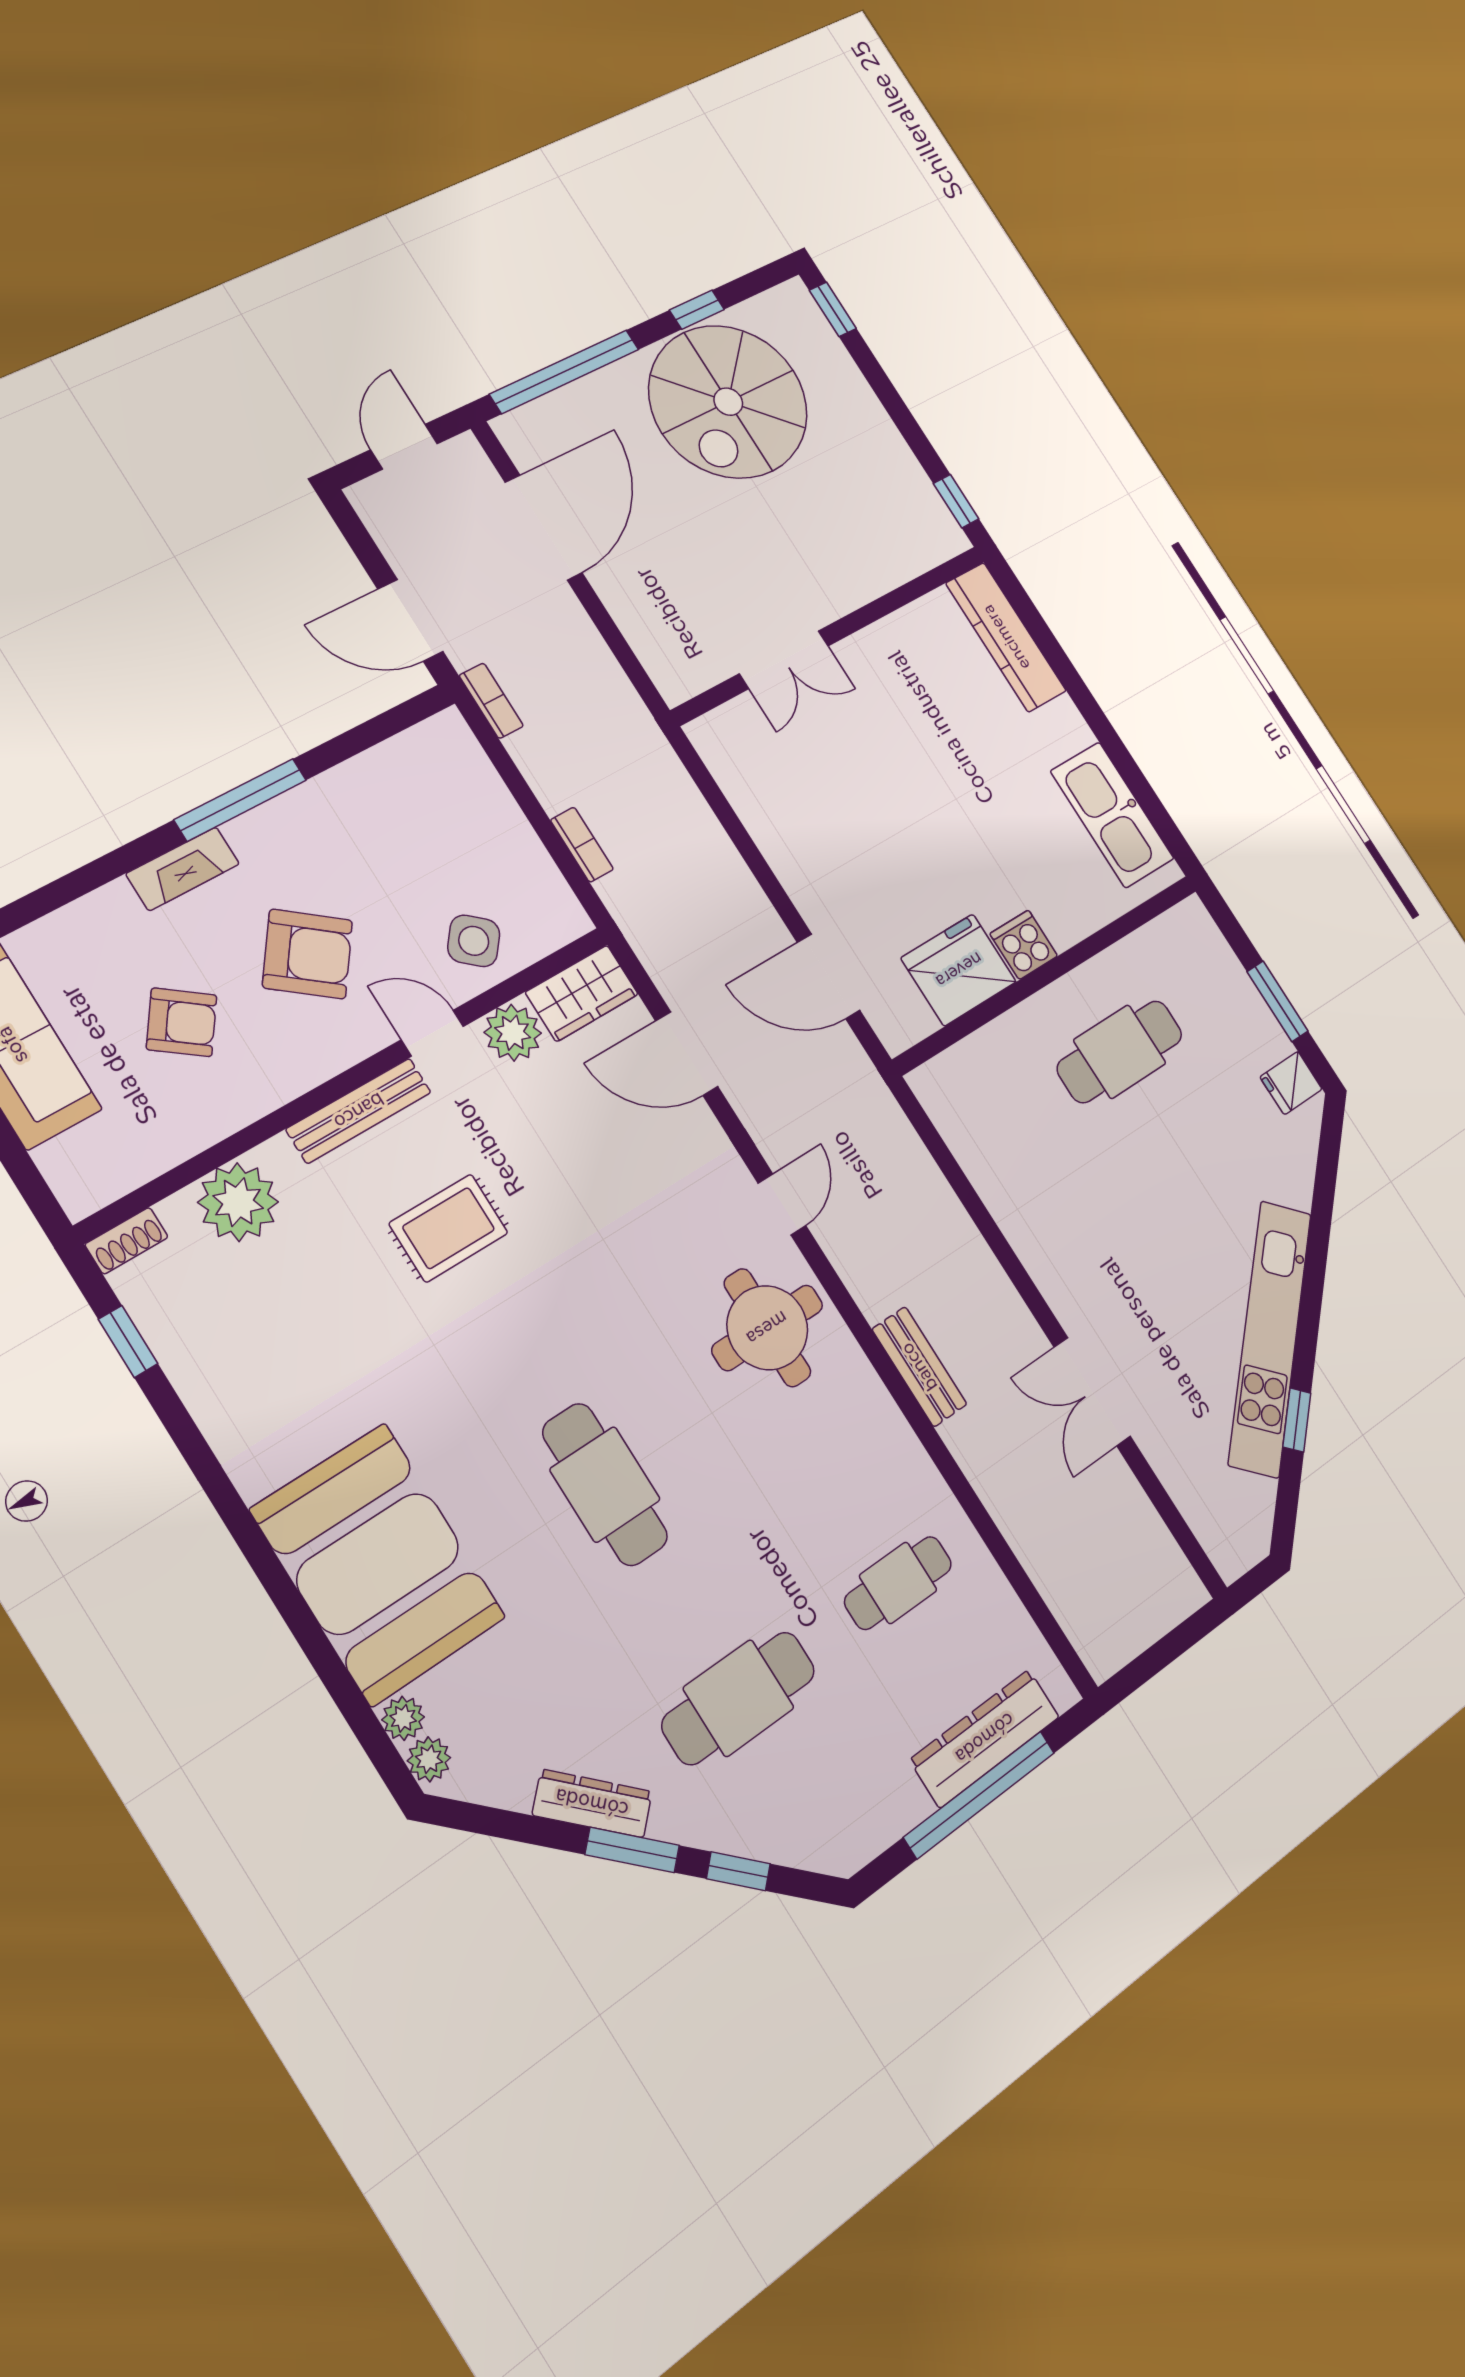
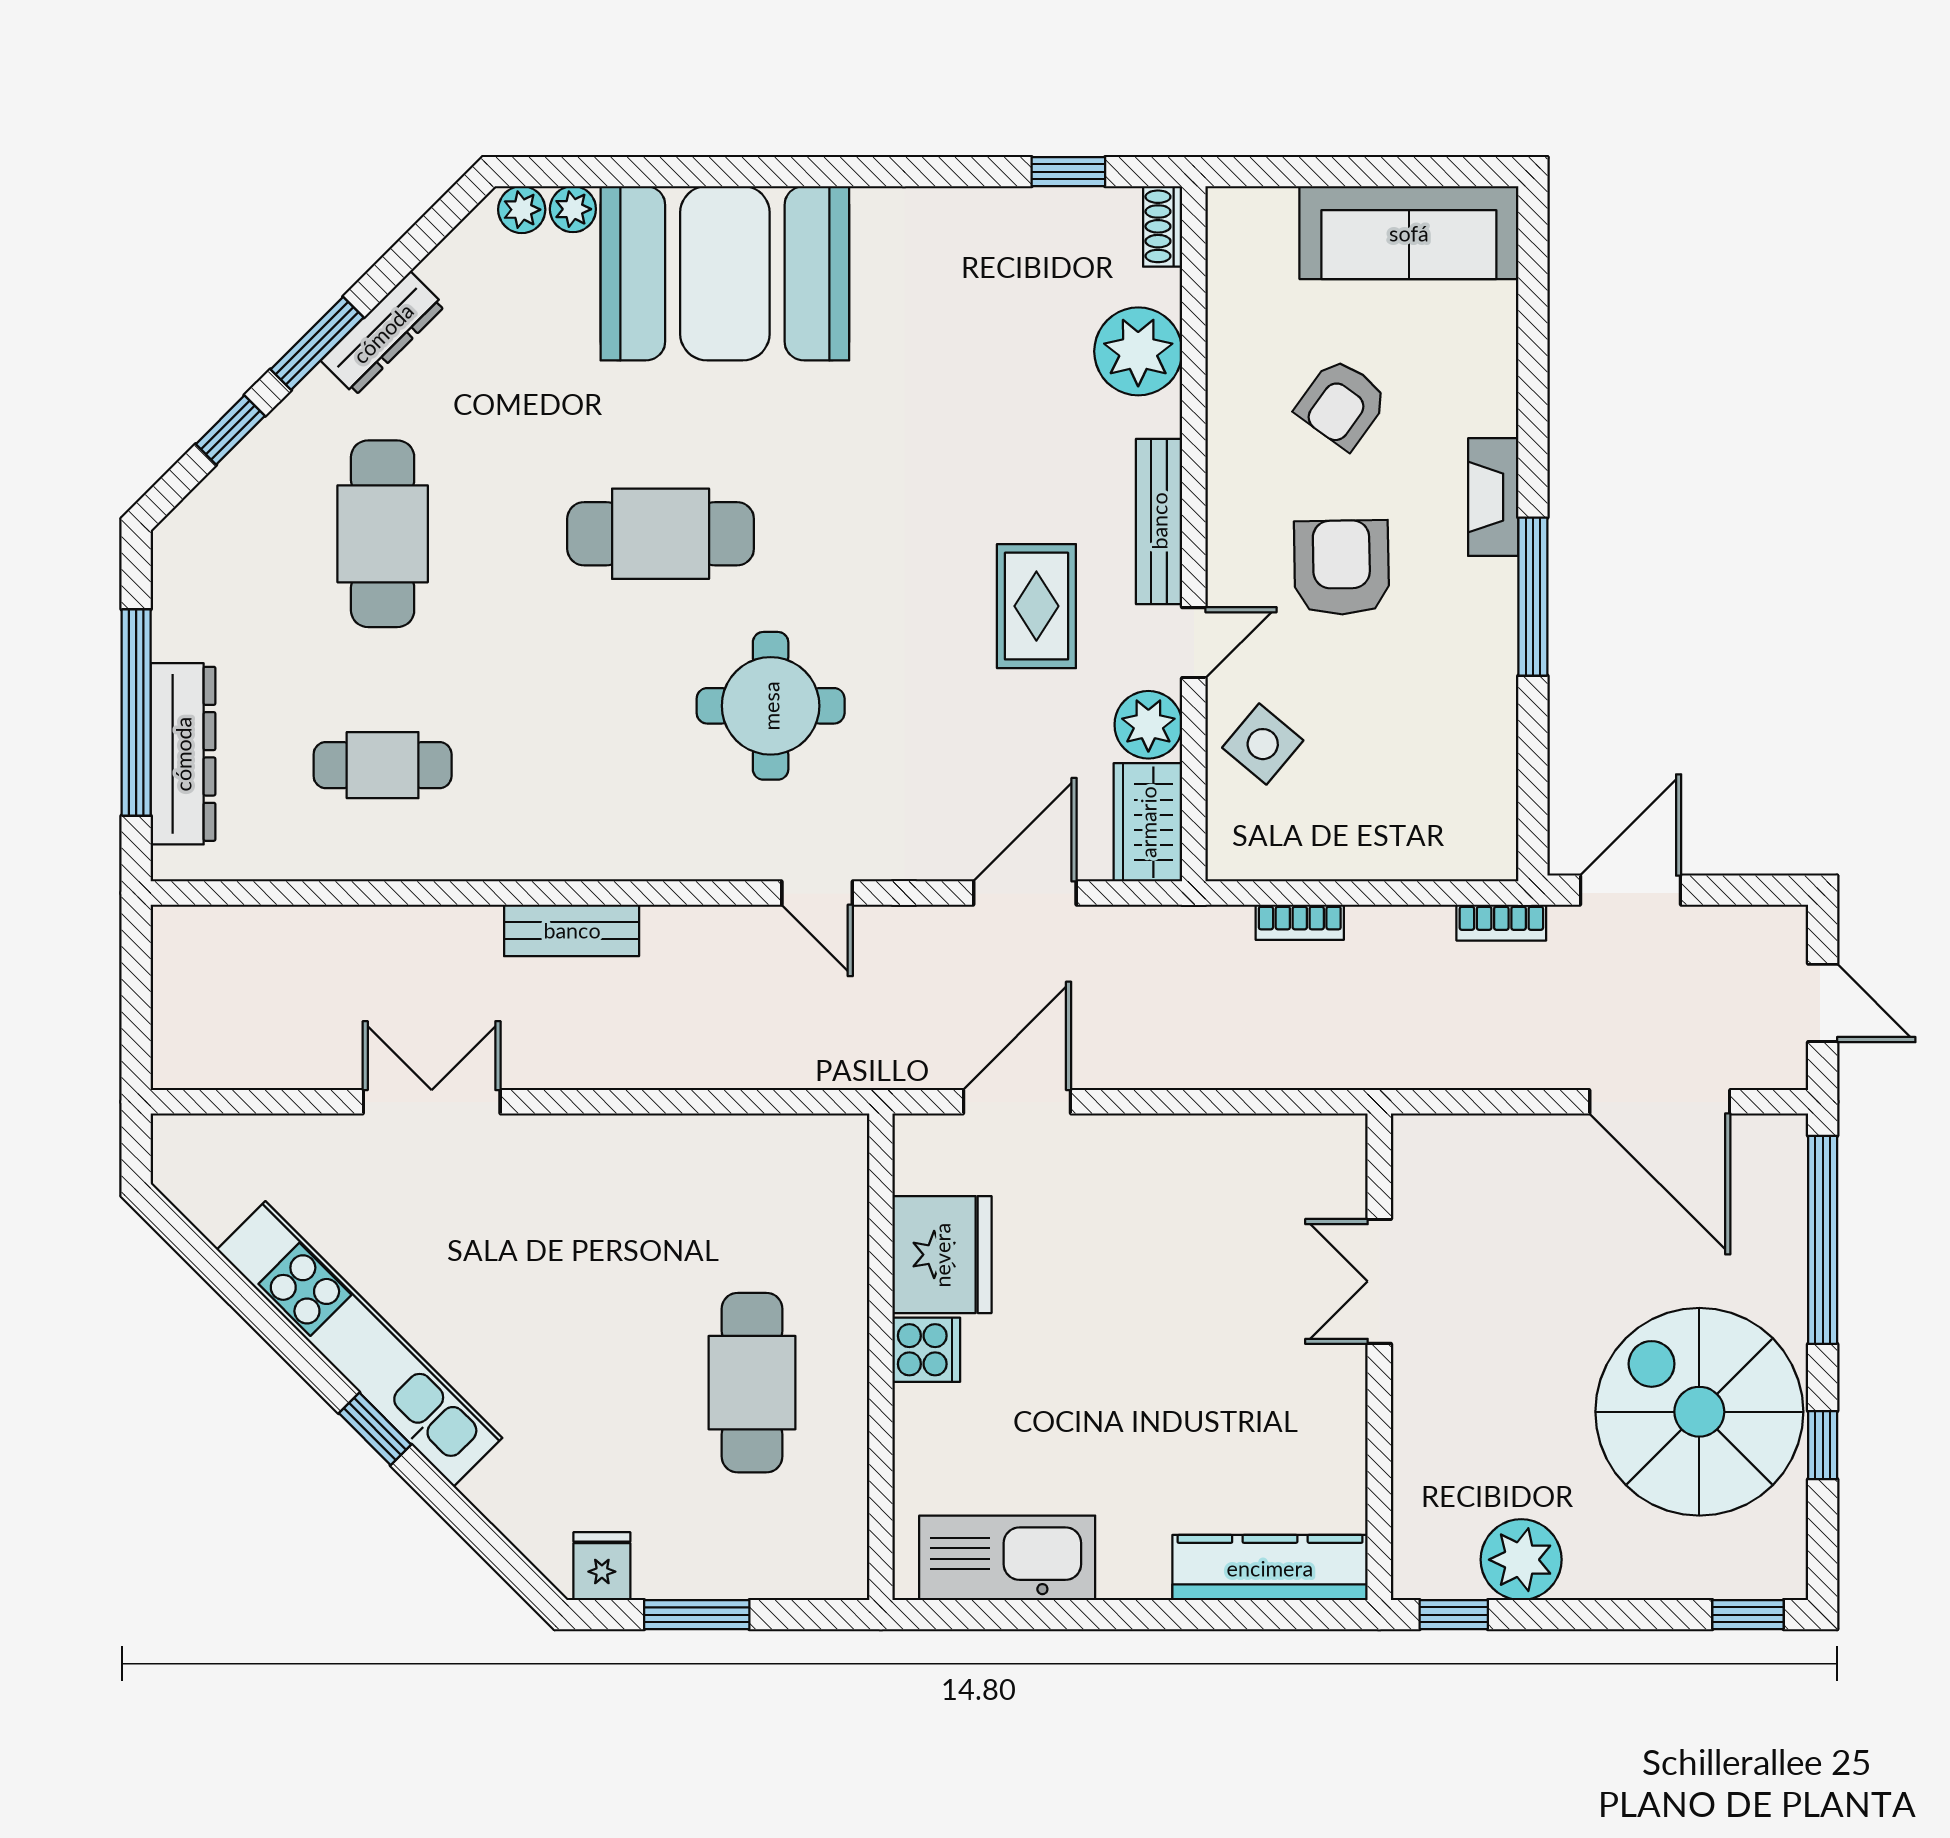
plant: (895, 474) -> (1521, 1560), added
armchair: (308, 954) -> (1342, 568), turned 142
rug: (449, 1228) -> (1036, 606), moved
round table: (767, 1328) -> (771, 706), moved
window: (1297, 1420) -> (375, 1429), moved
cafe table: (898, 1583) -> (383, 765), turned 90

